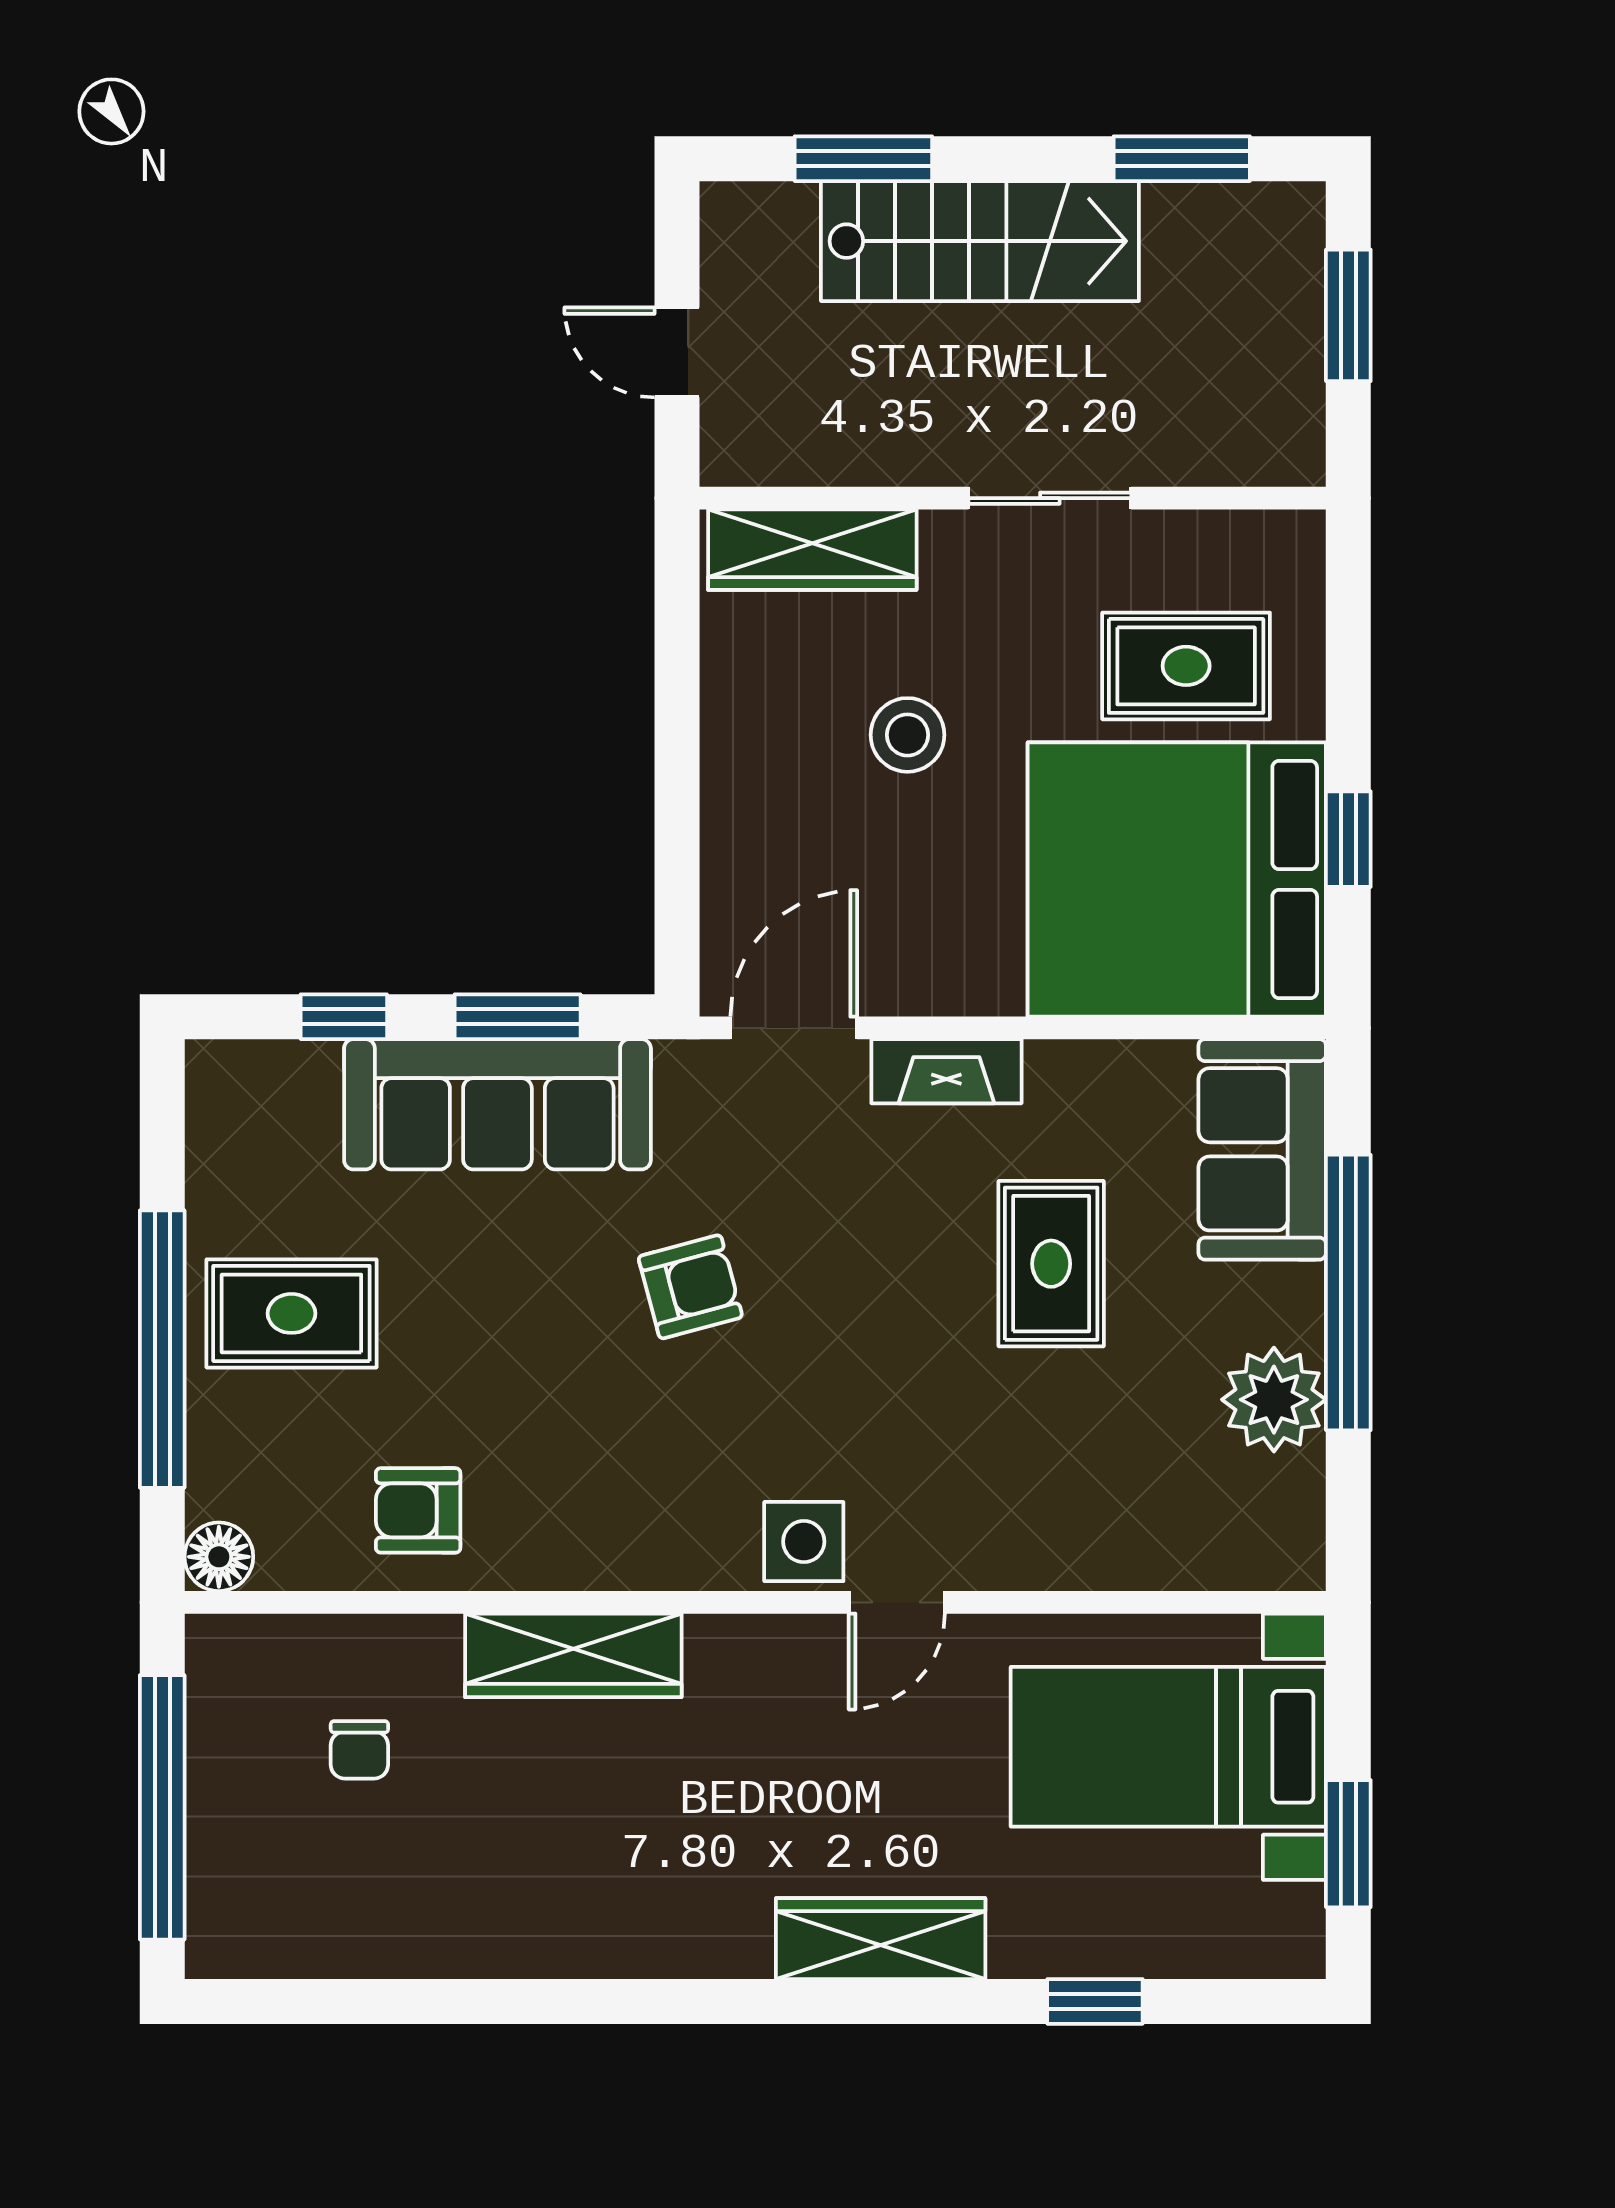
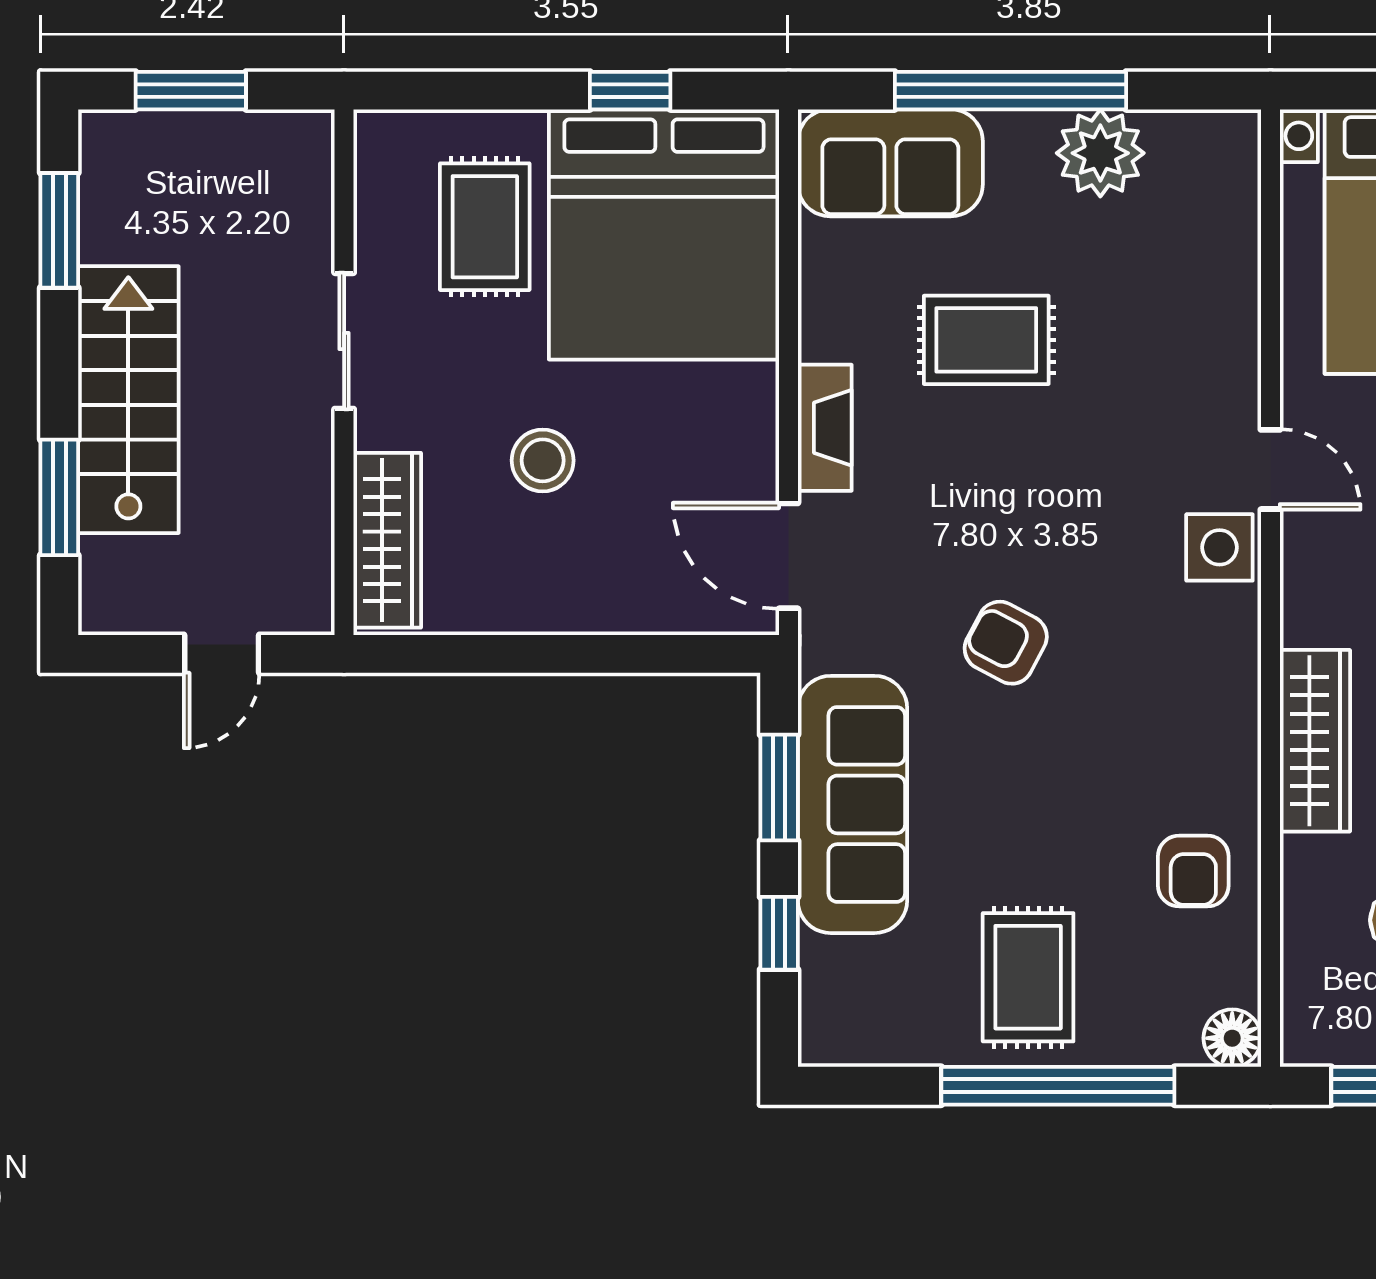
armchair: (690, 1287) -> (1006, 643), turned -47

